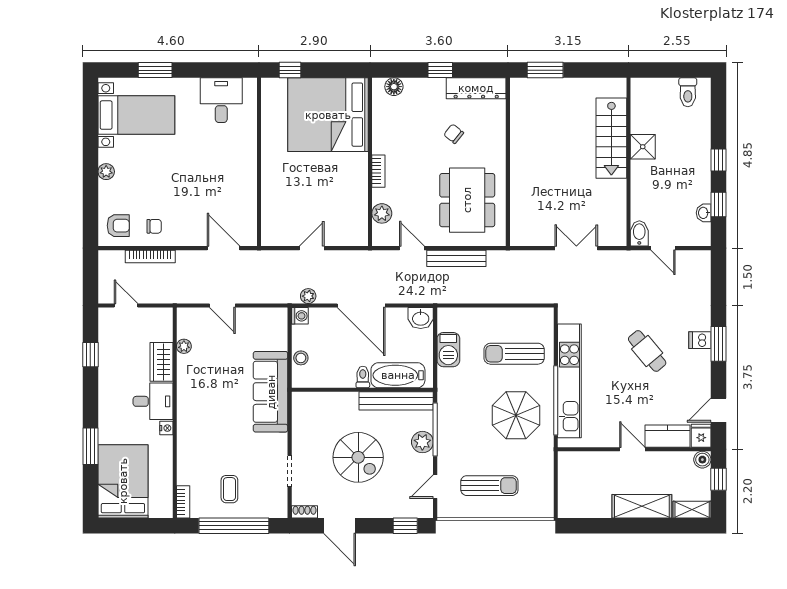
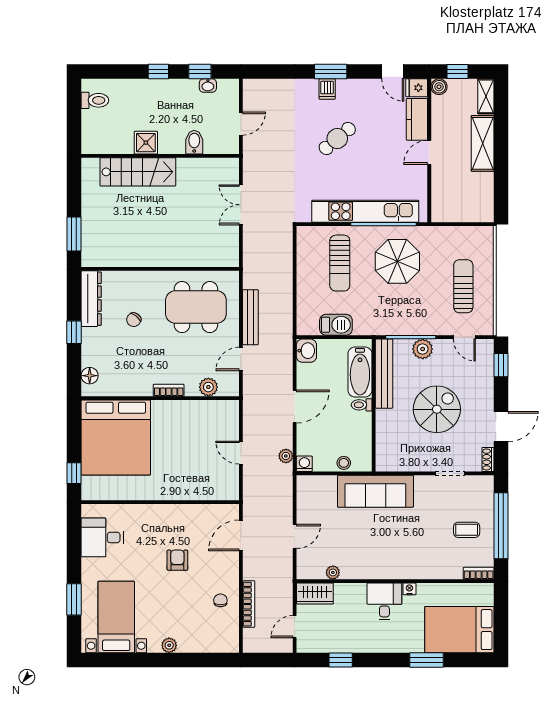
armchair: (118, 226) -> (177, 560), moved
bidet: (639, 233) -> (194, 142), moved, turned 90
door: (361, 306) -> (295, 406), width x0.73
wardrobe: (161, 362) -> (315, 594), moved

